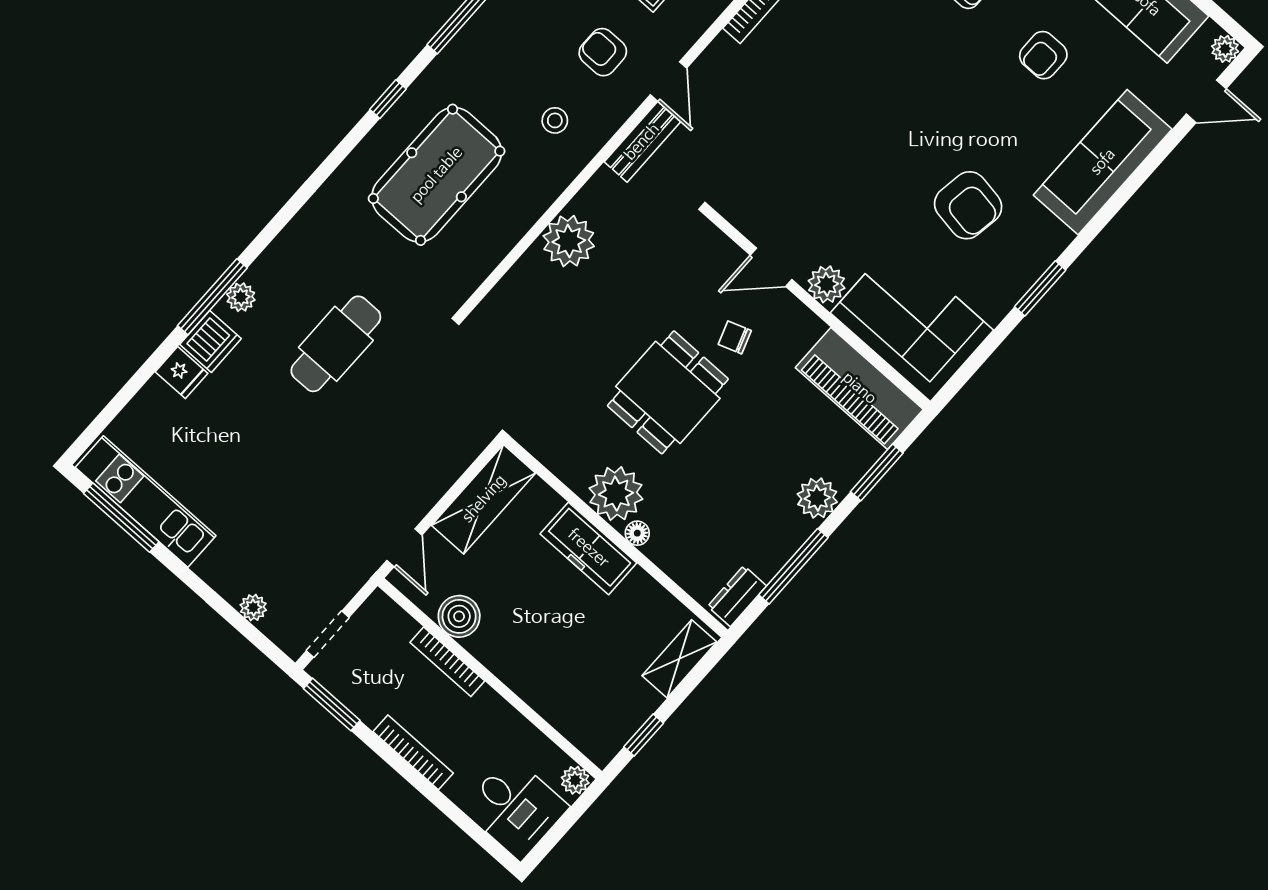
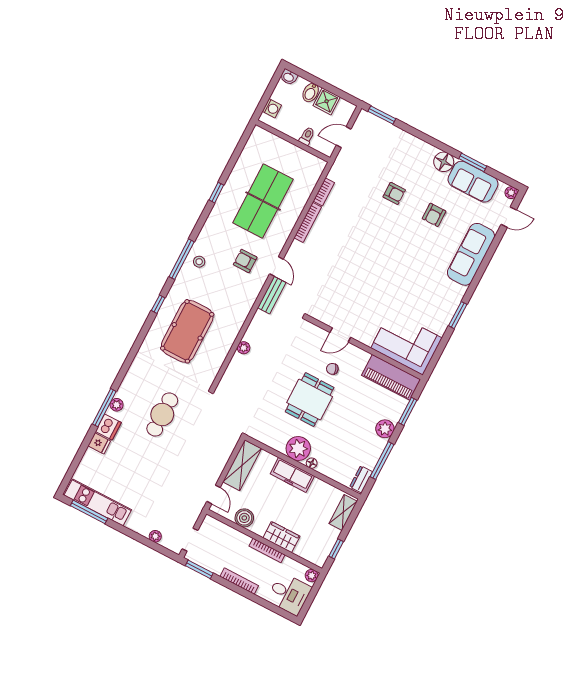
stool: (555, 120) -> (199, 262), moved
armchair: (968, 205) -> (418, 287), removed
plant: (569, 241) -> (244, 348), width x0.53, depth x0.53
plant: (827, 284) -> (366, 336), removed
bookcase: (447, 662) -> (267, 550), moved
wardrobe: (530, 679) -> (281, 537), added

